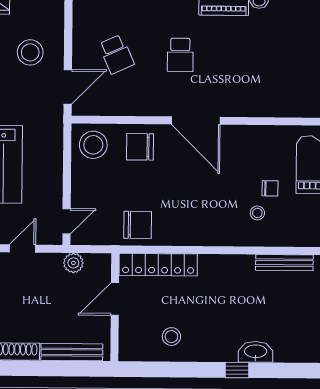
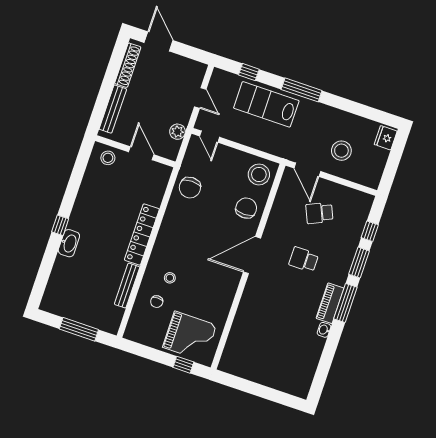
chair: (270, 188) -> (157, 302), moved
locker: (158, 265) -> (142, 235), moved
stool: (171, 337) -> (108, 158), moved

